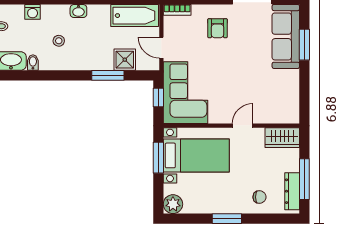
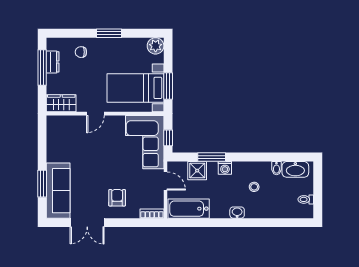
washing machine: (33, 12) -> (225, 168), moved, turned 180
dresser: (292, 191) -> (53, 62), width x0.70

